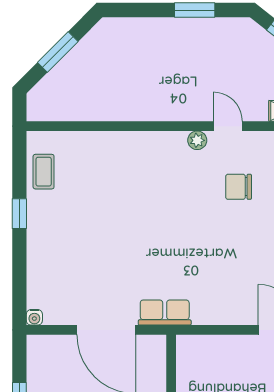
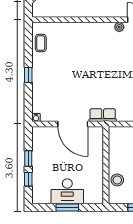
window: (19, 214) -> (28, 75), moved

